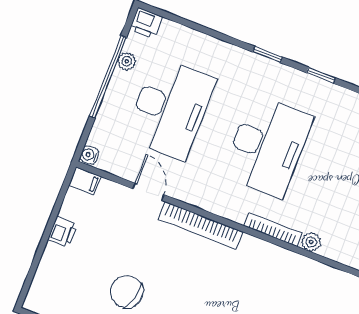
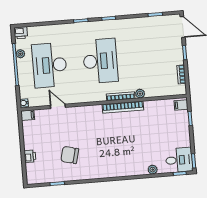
desk: (170, 108) -> (50, 65), turned 180
bookcase: (201, 226) -> (123, 107), moved
printer: (63, 232) -> (30, 156), moved

